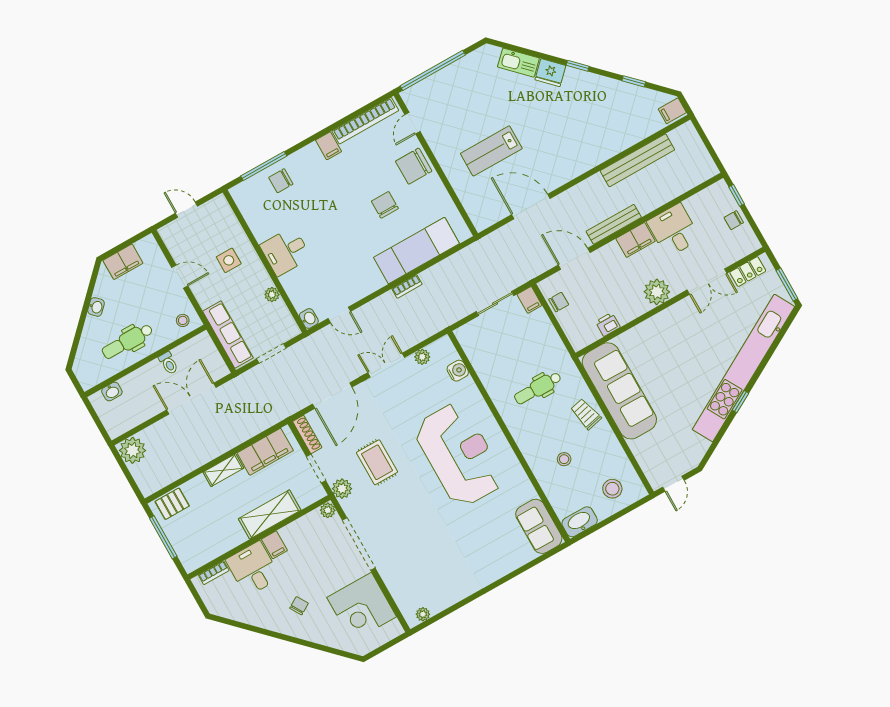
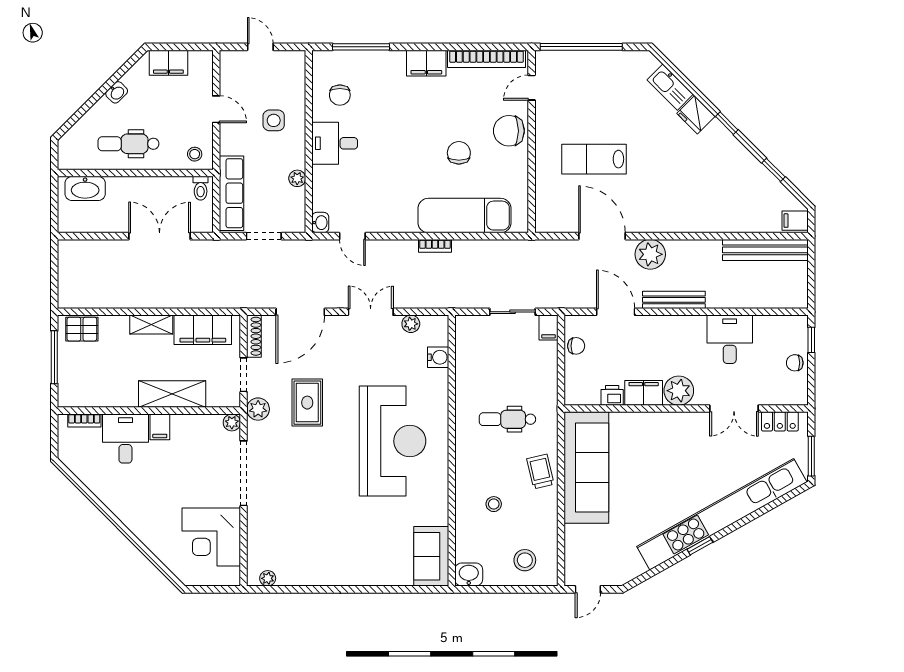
filing cabinet: (329, 146) -> (426, 63), width x2.00
bench: (637, 160) -> (765, 250), moved
chair: (281, 181) -> (340, 95), moved, turned -90
filing cabinet: (636, 240) -> (644, 393), moved, turned 180
toilet: (168, 363) -> (201, 188), moved
washbasin: (112, 391) -> (85, 188), width x1.91, depth x1.45
plant: (132, 450) -> (650, 254), moved
washbasin: (580, 522) -> (469, 575), width x0.72
chair: (299, 606) -> (150, 501), removed

